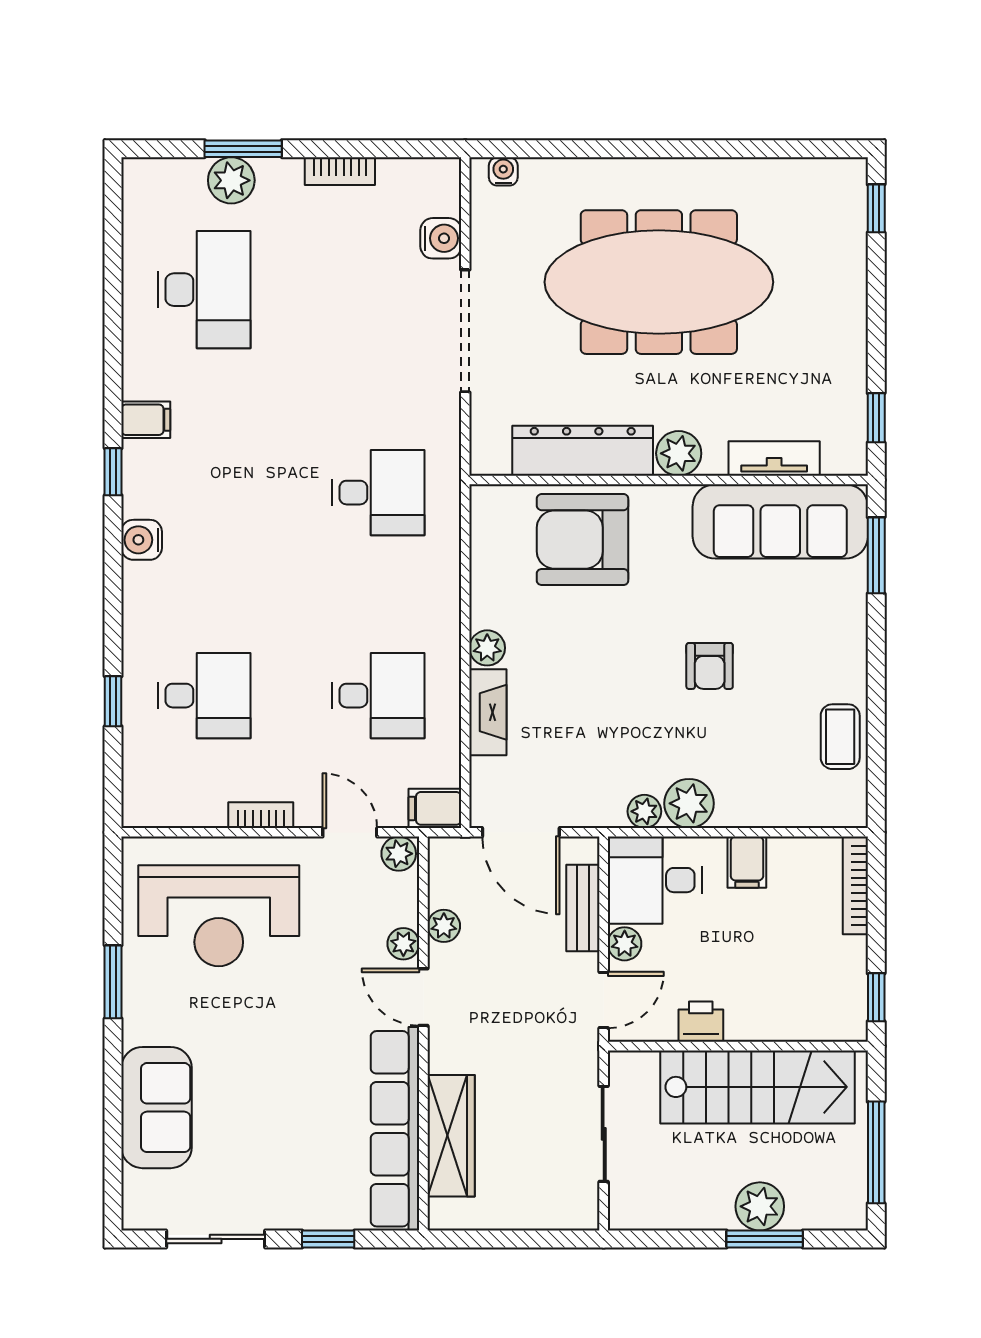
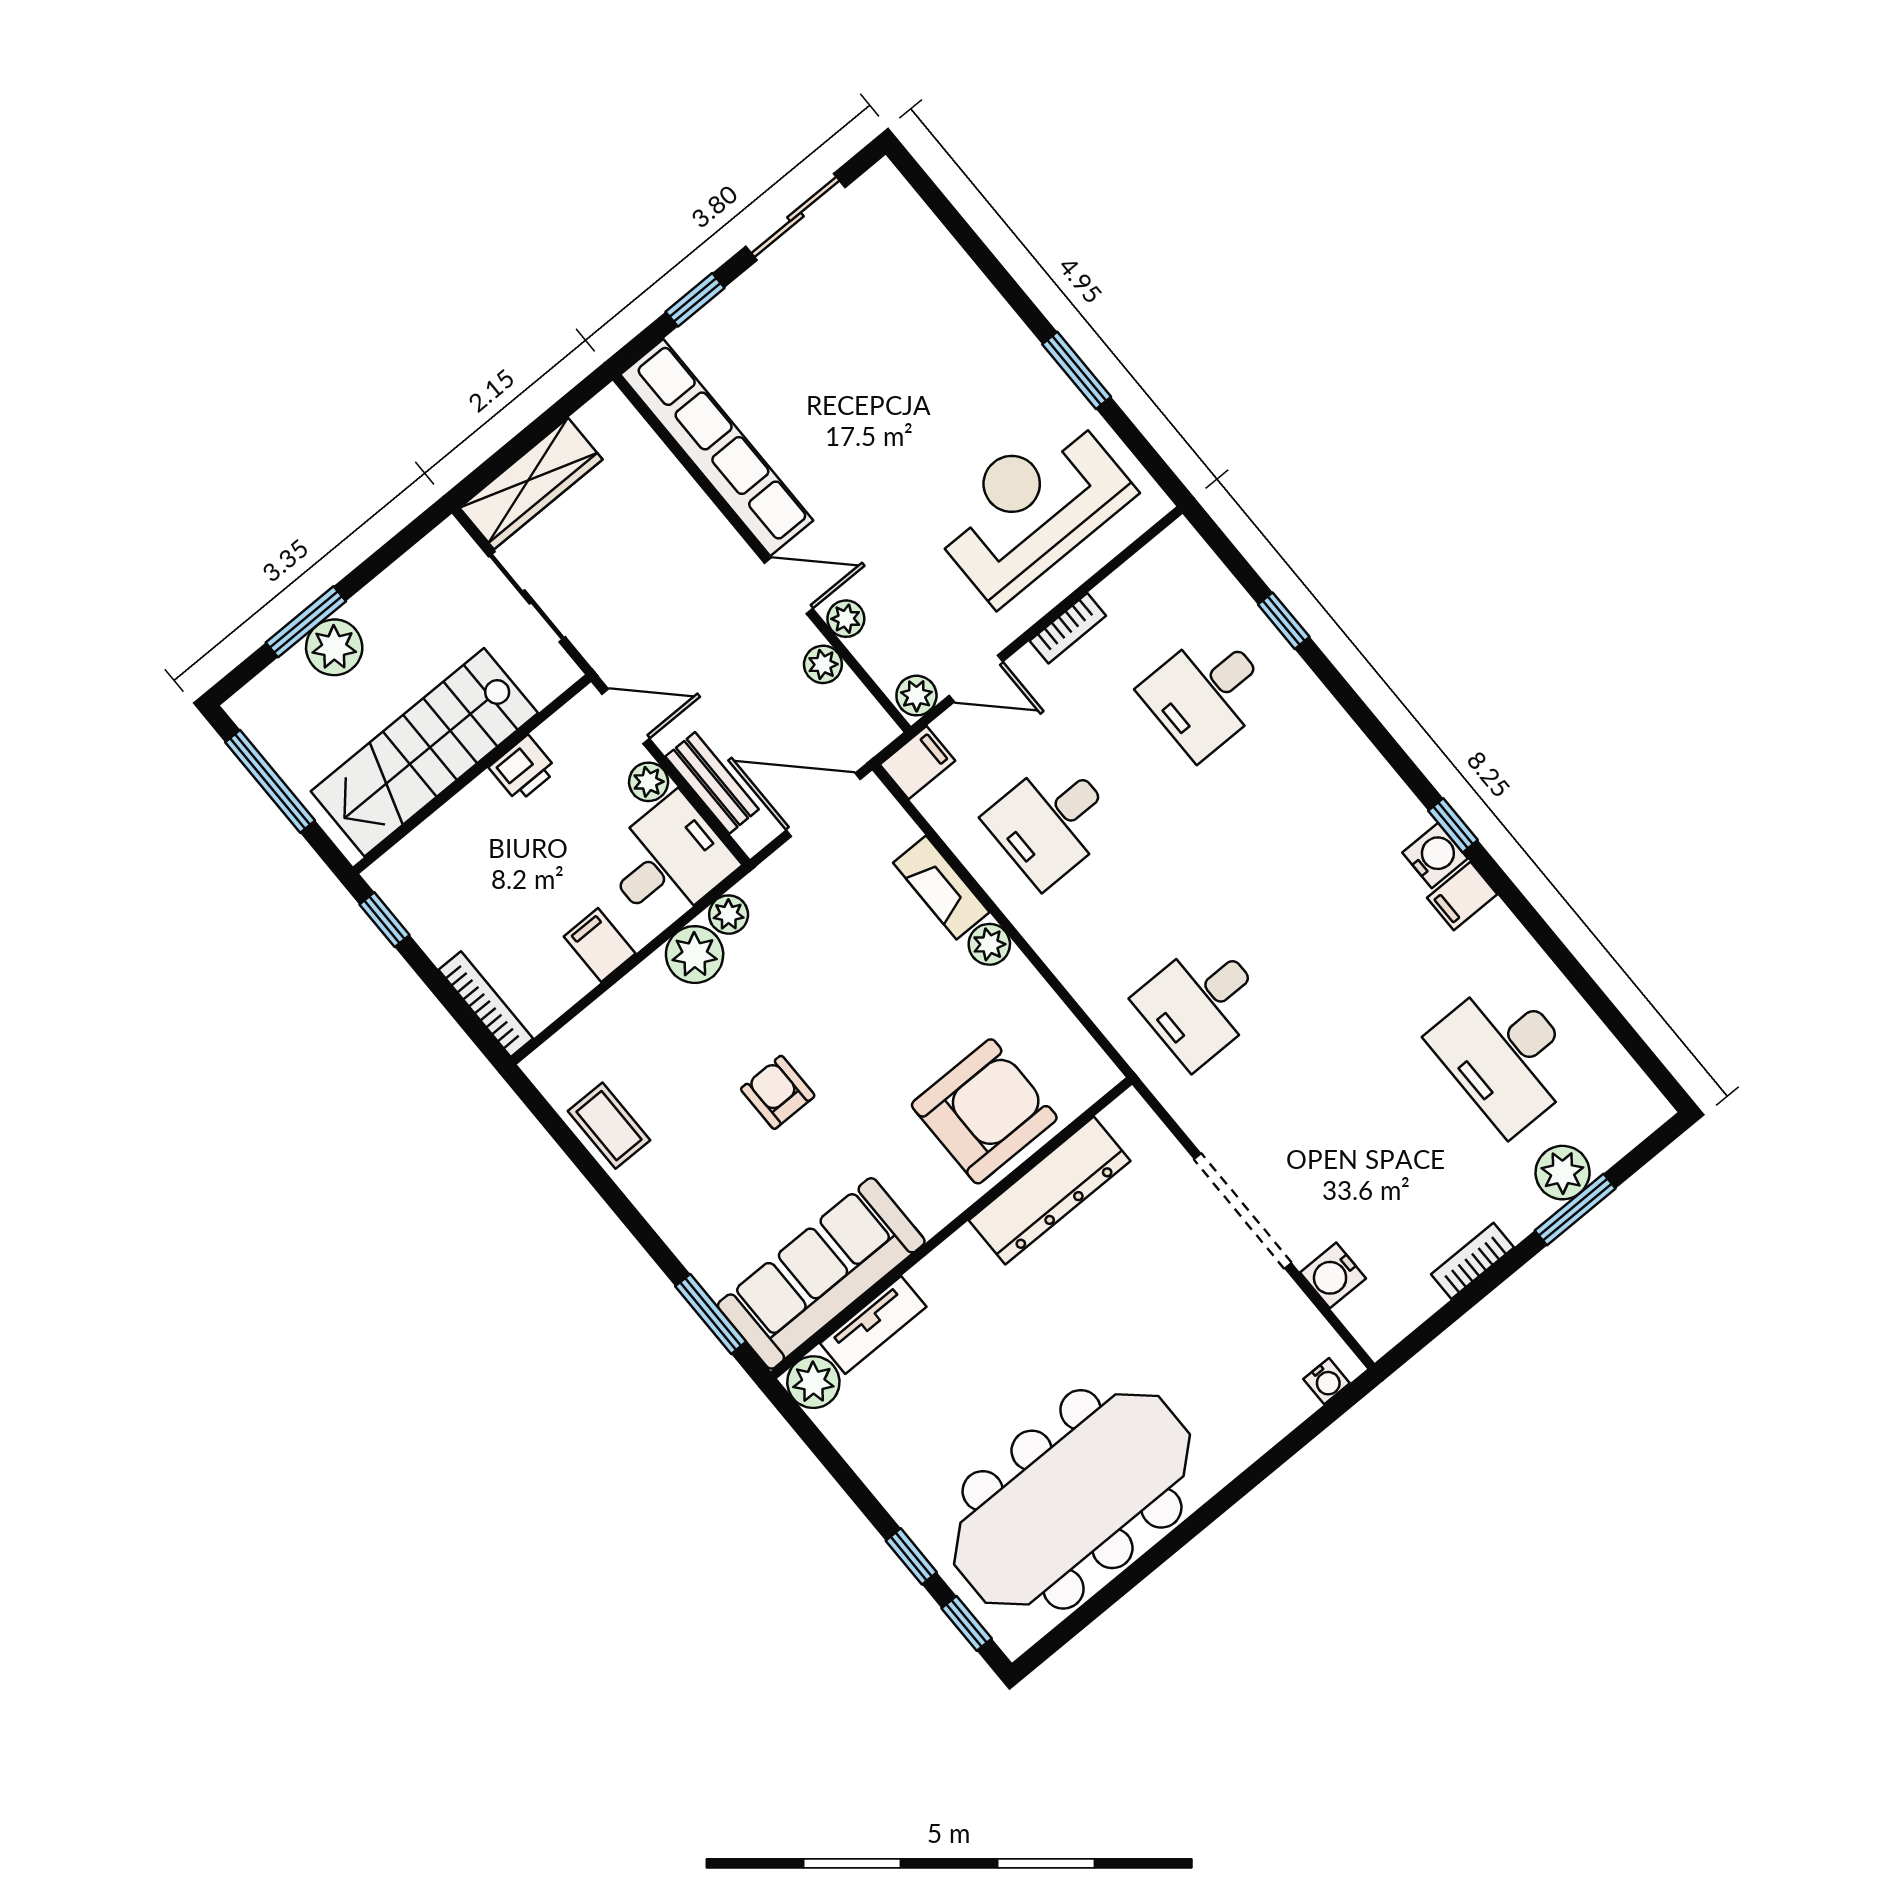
meeting table: (659, 282) -> (1072, 1499), moved
window: (876, 418) -> (911, 1556), moved
plant: (679, 453) -> (813, 1382), moved
water cooler: (142, 540) -> (1435, 856), moved
door: (604, 1000) -> (626, 716), swing flipped
sofa: (157, 1108) -> (945, 290), removed
wardrobe: (451, 1136) -> (531, 484), moved, turned -90

